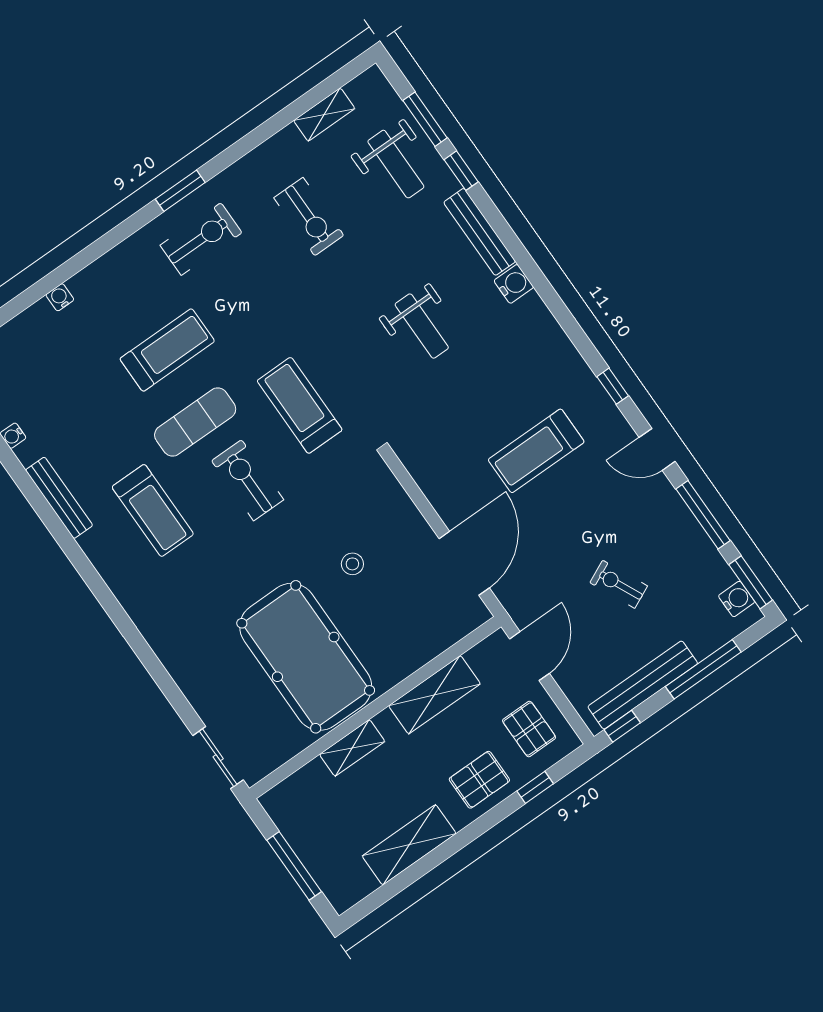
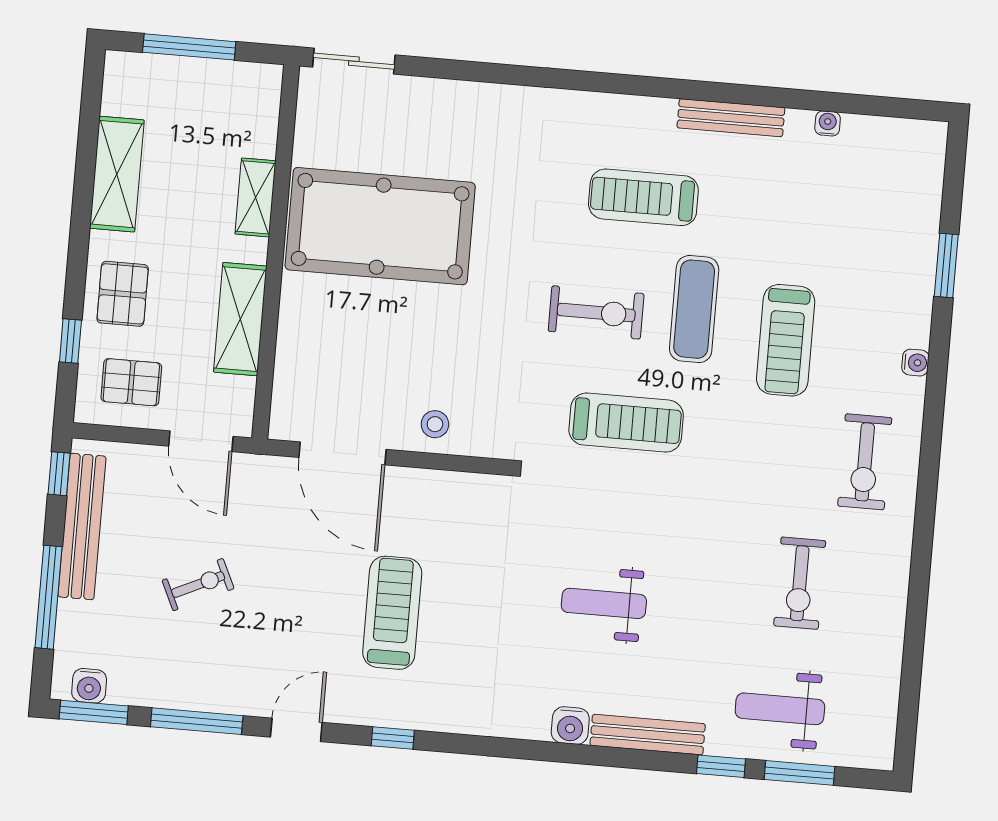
shelving: (324, 115) -> (885, 680), removed
window: (180, 191) -> (946, 266), moved
exercise bike: (309, 217) -> (800, 583), turned -90
water cooler: (60, 297) -> (915, 363), moved
stool: (352, 564) -> (435, 424), moved

